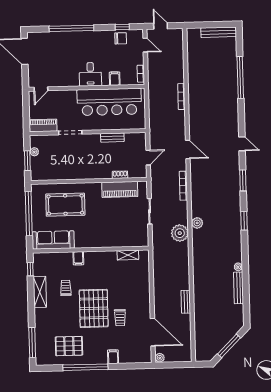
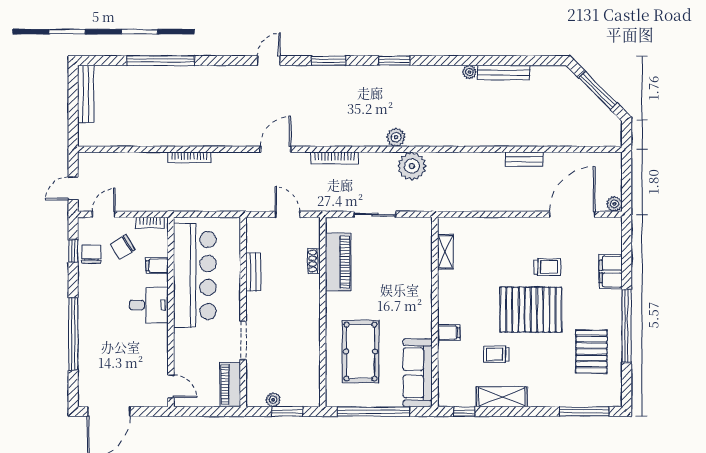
chair: (126, 57) -> (123, 247), added
filing cabinet: (113, 357) -> (611, 272), width x2.00

